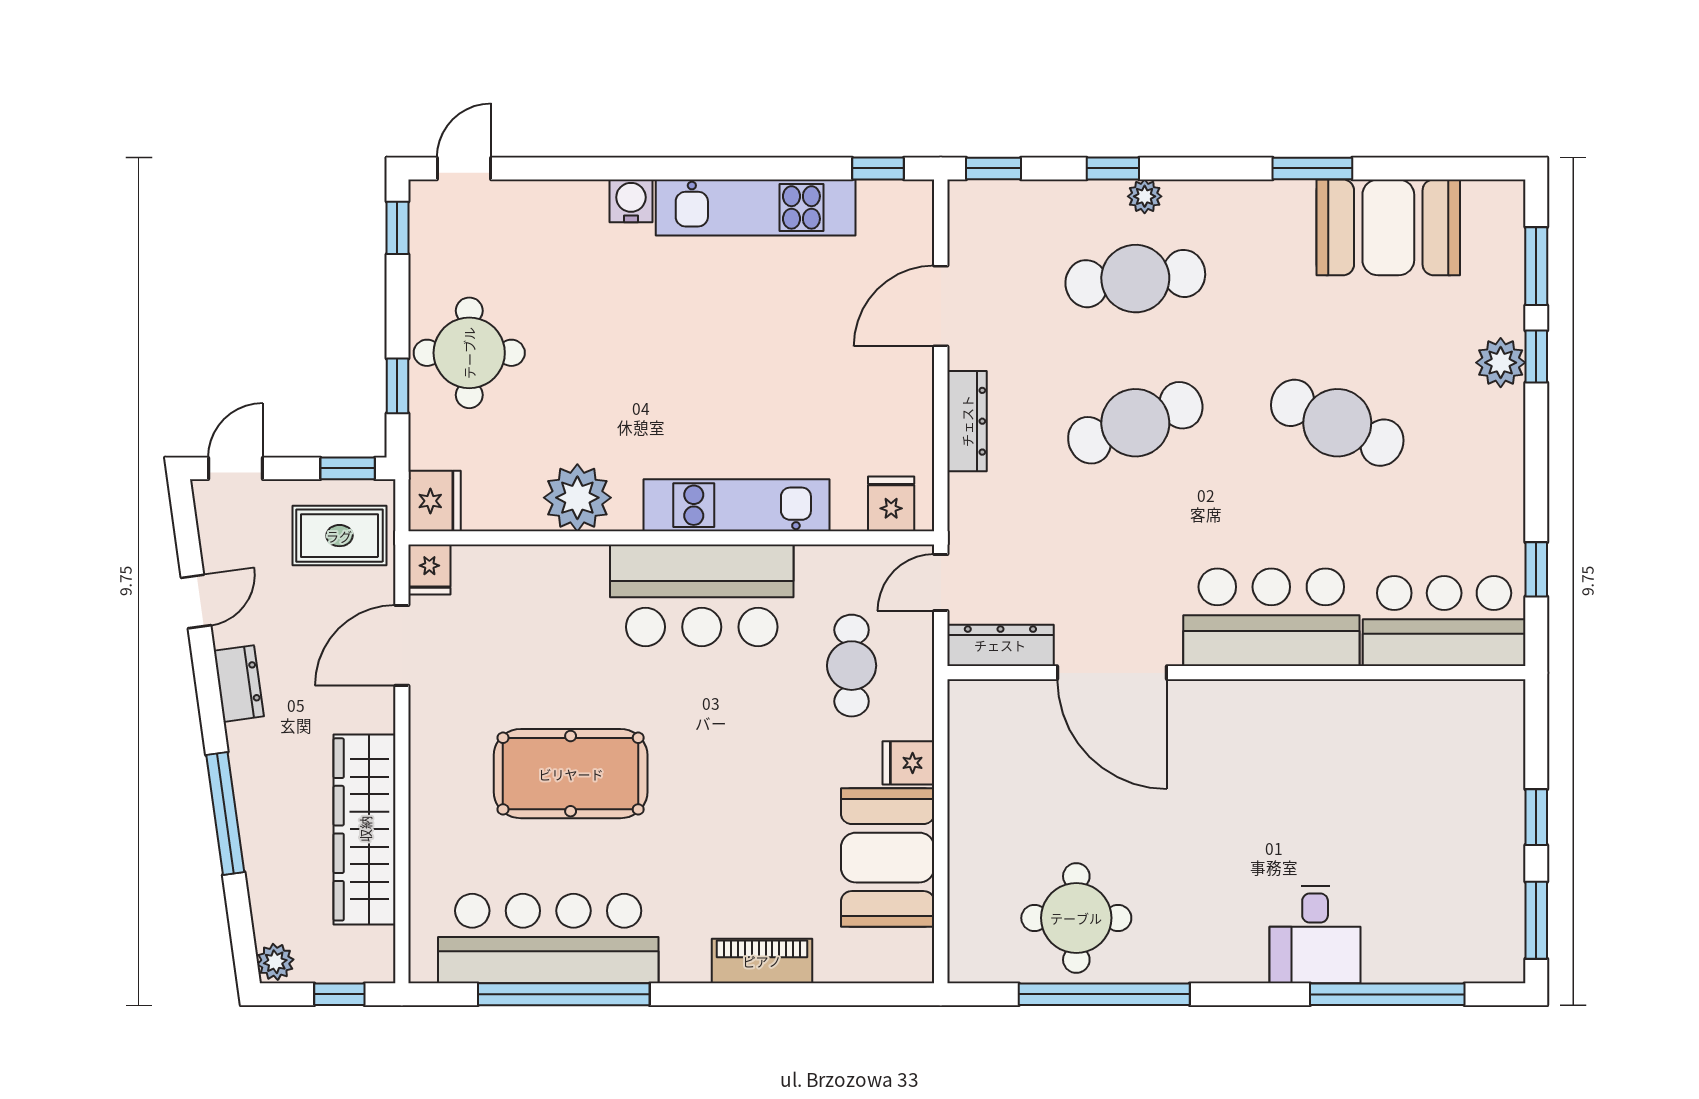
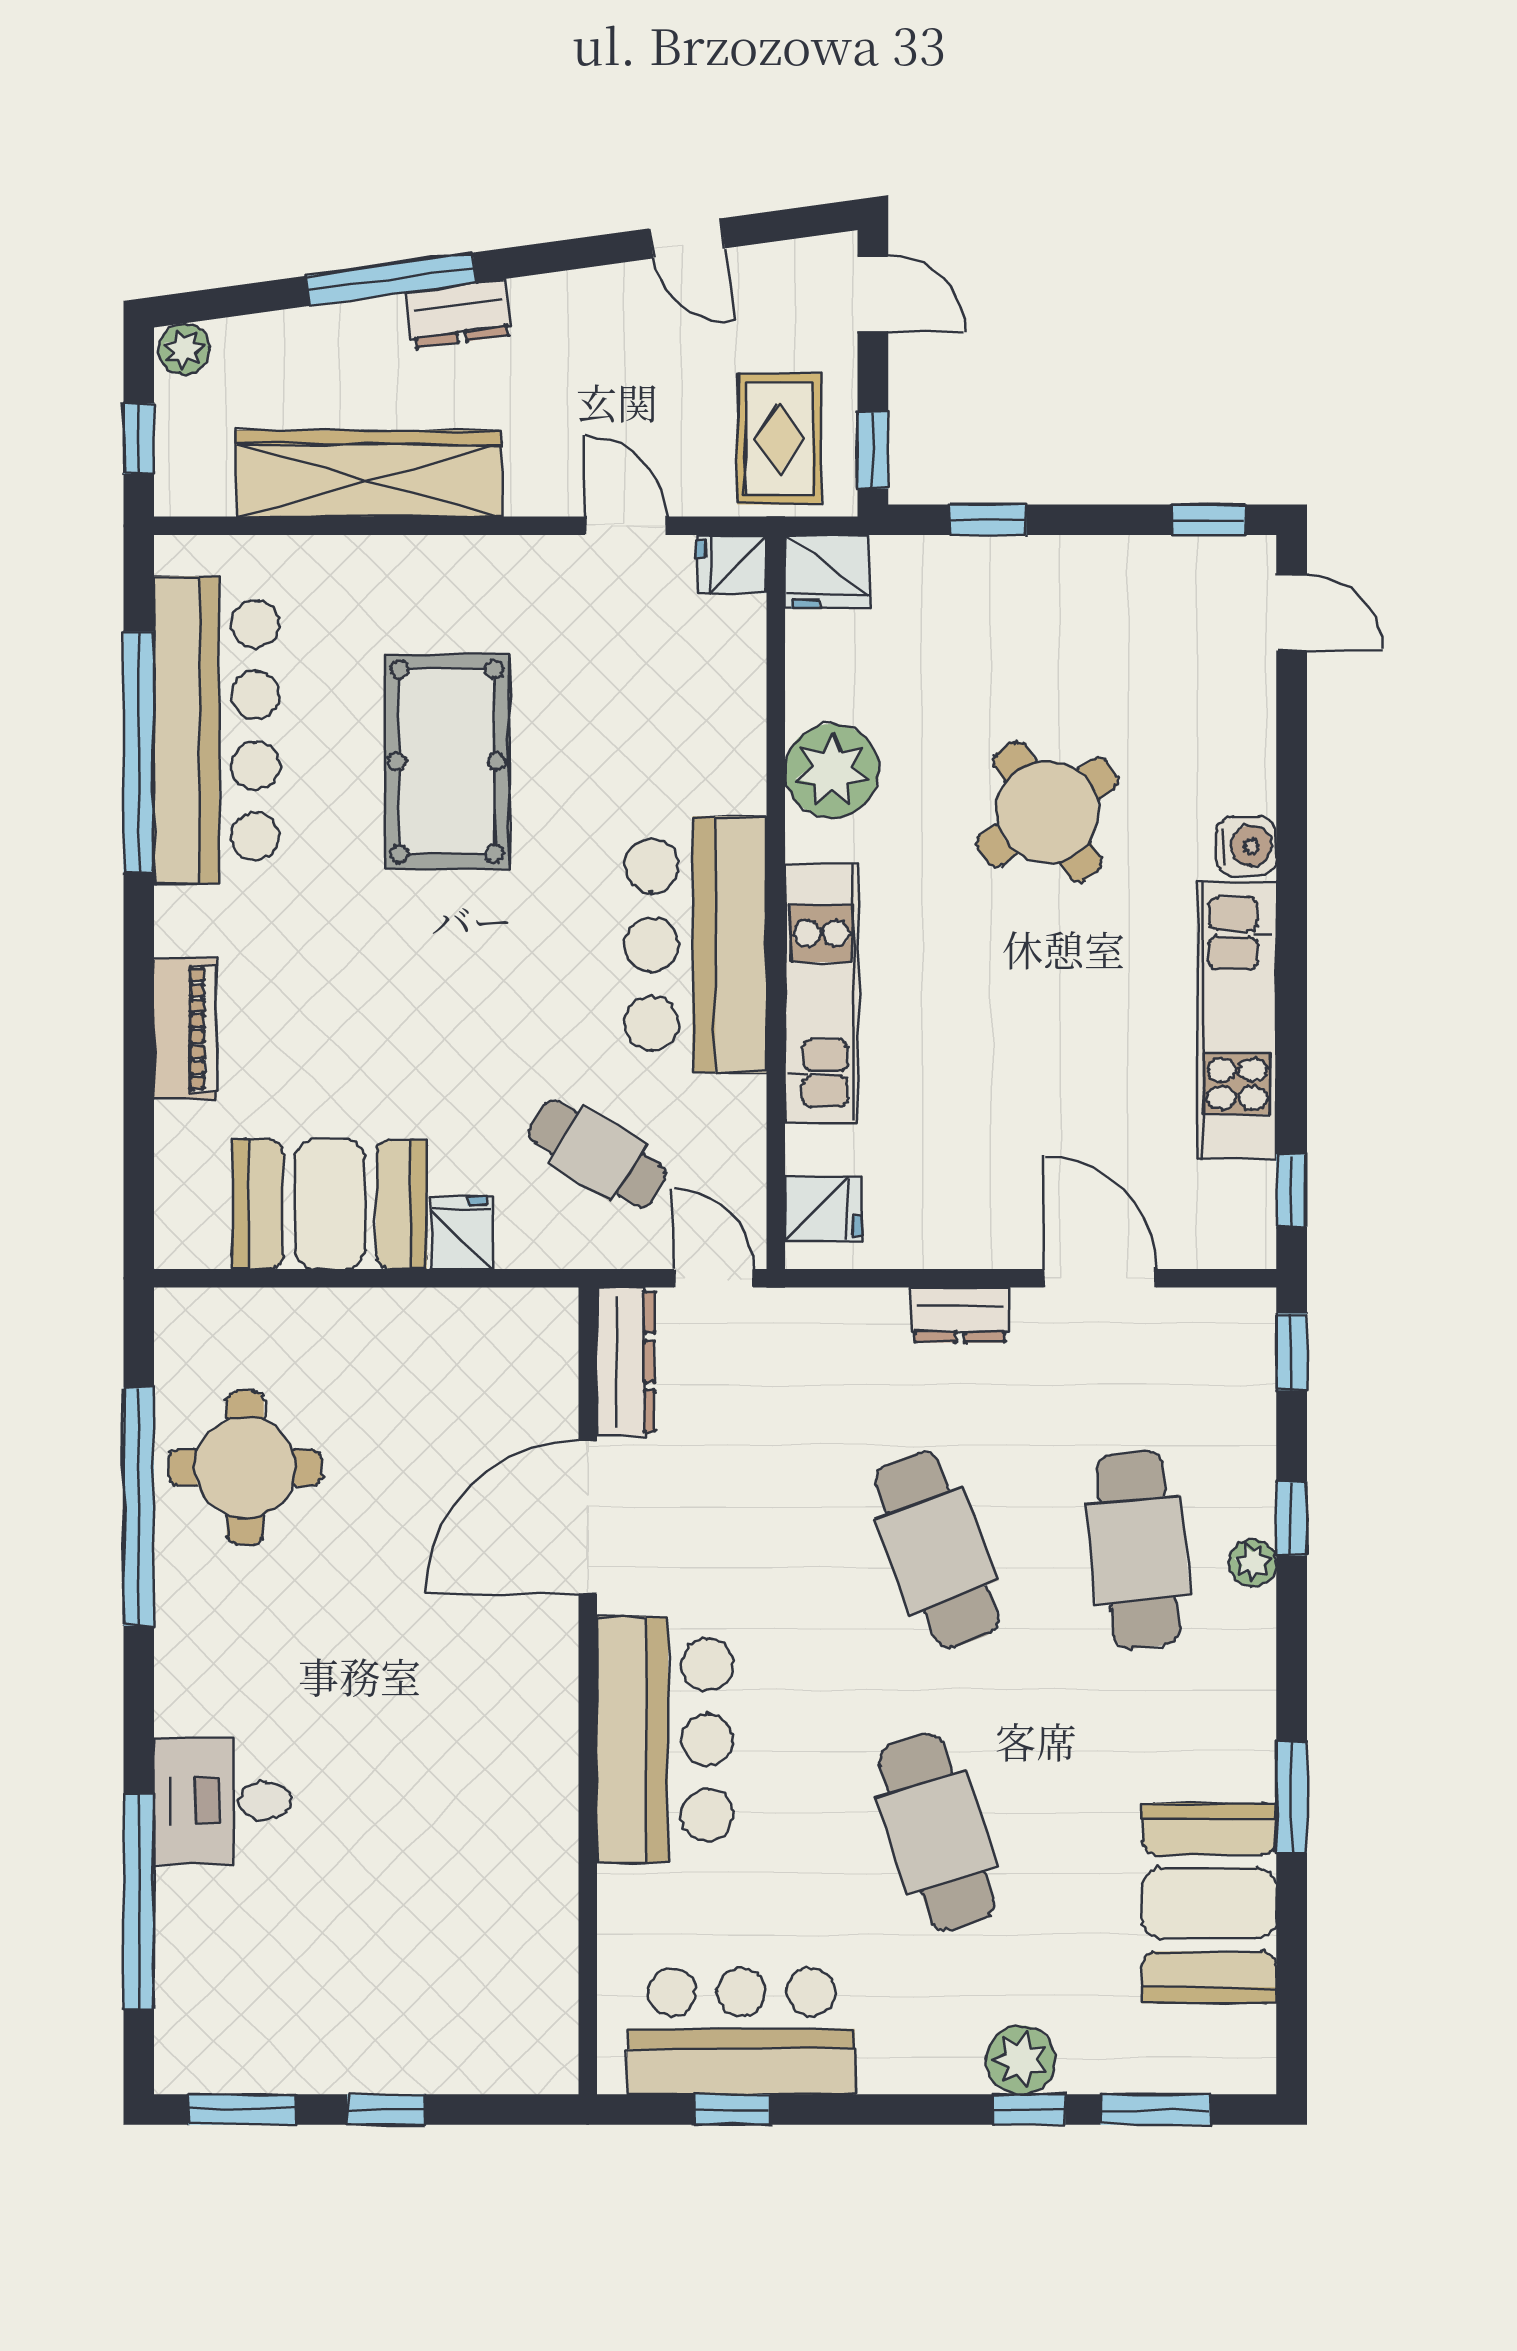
round table: (469, 353) -> (1047, 812), moved, turned -34
dresser: (967, 421) -> (960, 1315), width x0.70
cafe table: (1337, 423) -> (937, 1832), turned -42
bar counter: (1444, 621) -> (741, 2031), moved, turned -90
door: (402, 645) -> (626, 526), width x0.73
cafe table: (852, 666) -> (598, 1154), turned 32
dresser: (239, 684) -> (459, 314), moved

